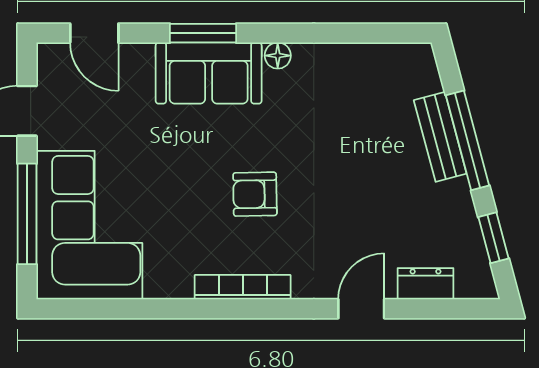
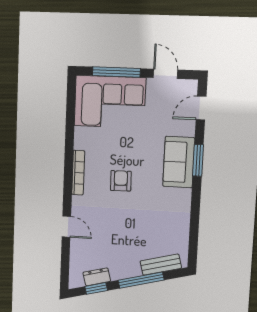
floor lamp: (278, 56) -> (185, 195), removed
bench: (440, 137) -> (161, 265), moved
dresser: (425, 284) -> (97, 277), moved, turned -105

